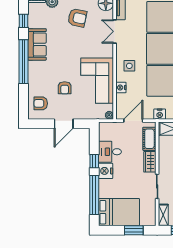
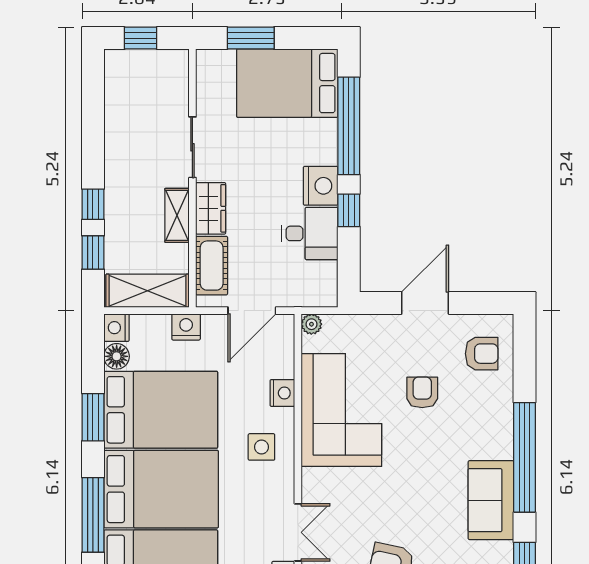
shelving: (163, 215) -> (177, 215), moved

